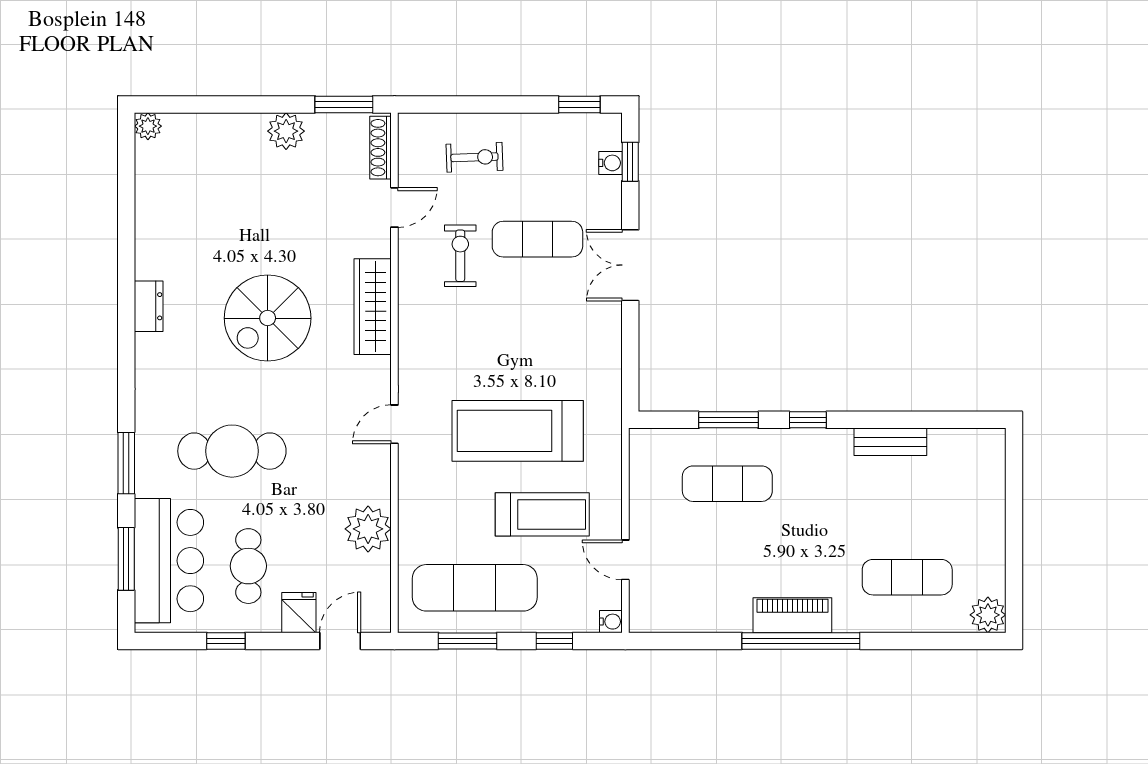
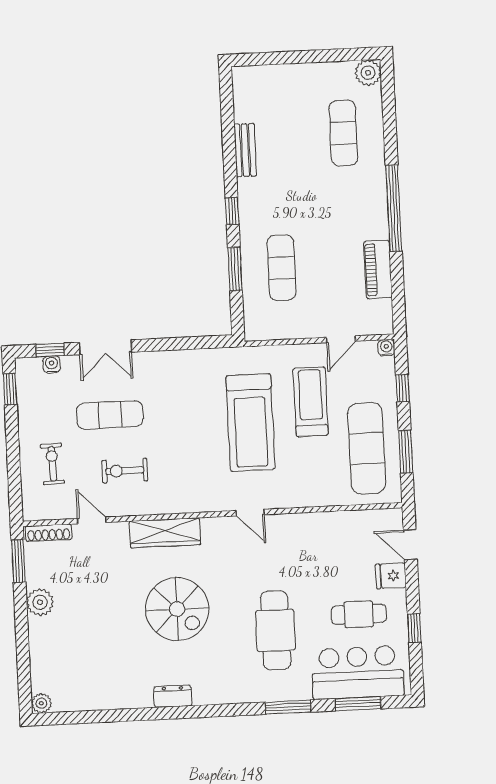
exercise mat: (537, 239) -> (110, 415), turned 90
double door: (630, 265) -> (106, 347), moved
plant: (368, 529) -> (327, 528), removed
piano: (792, 615) -> (378, 270), moved

